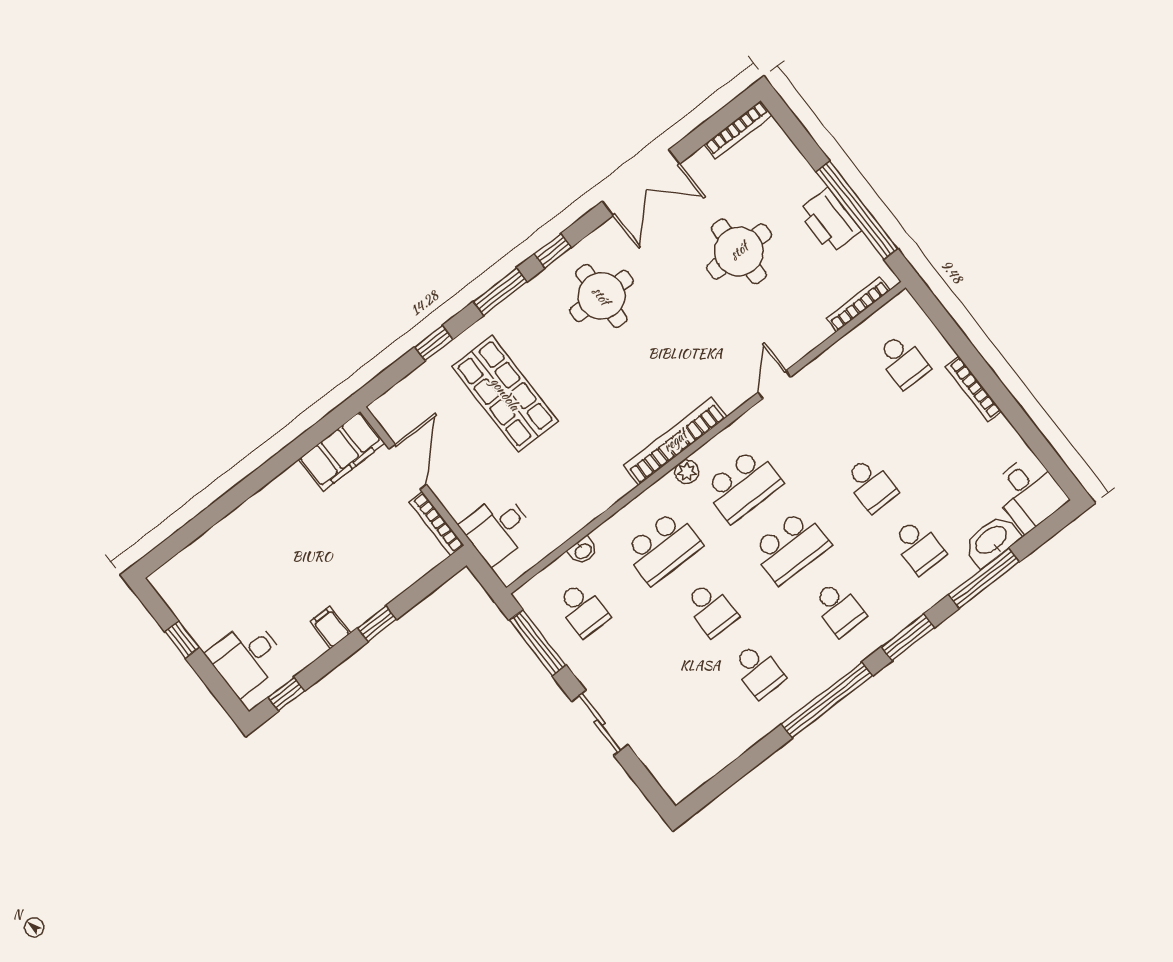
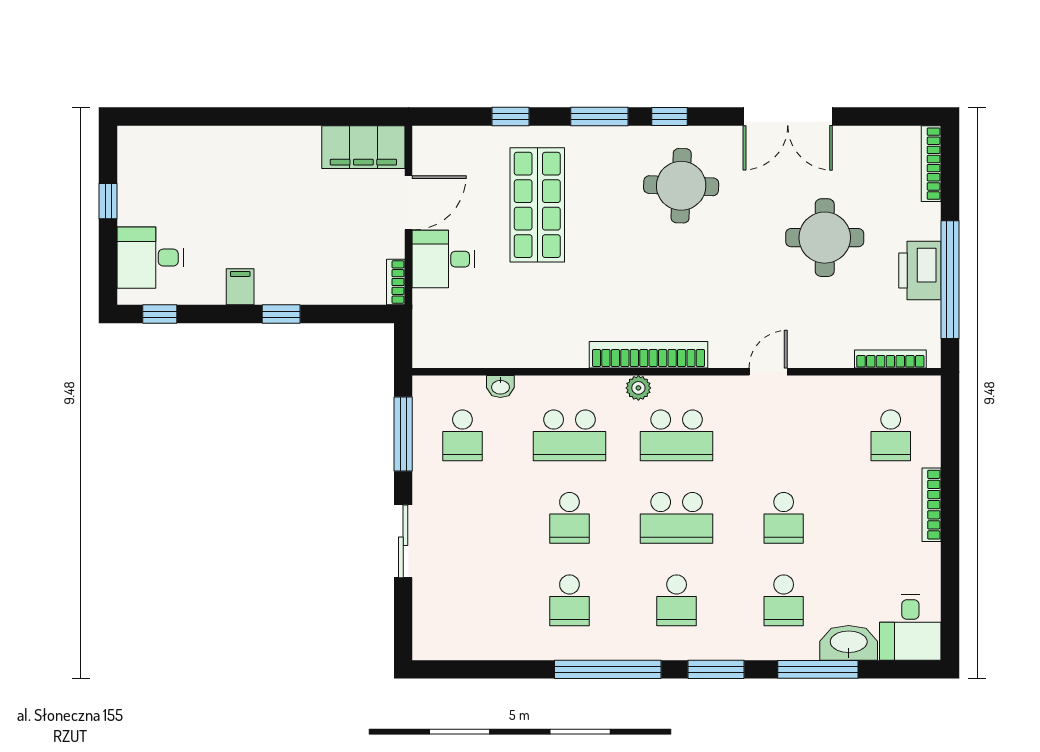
bookcase: (738, 130) -> (931, 164), moved, turned 90
bookcase: (437, 524) -> (396, 282), width x0.64
desk: (497, 529) -> (443, 259), moved

